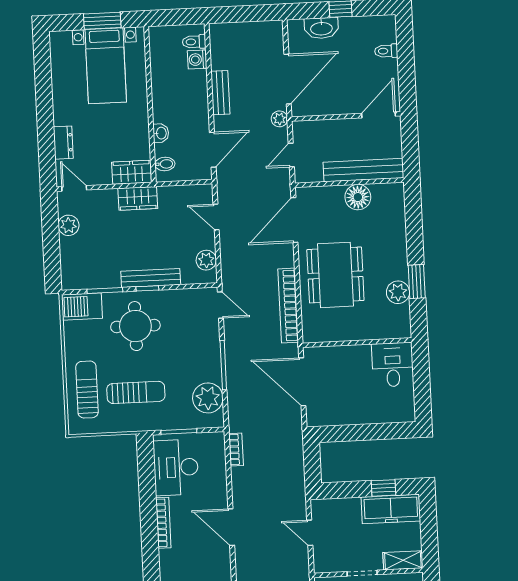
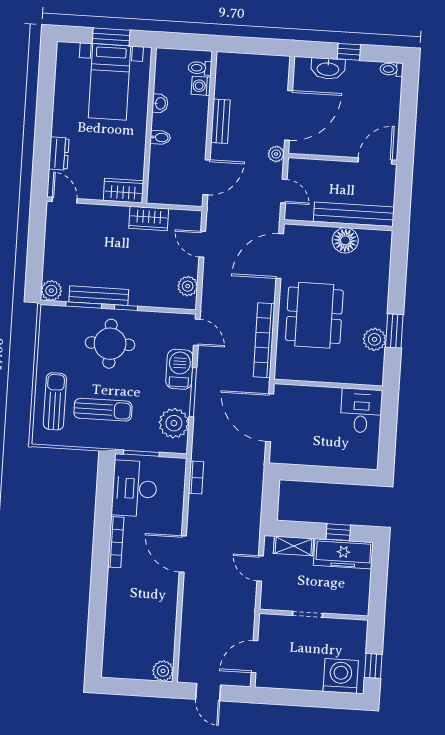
toilet: (386, 51) -> (392, 69), moved
washbasin: (161, 133) -> (160, 103), moved
door: (291, 155) -> (284, 191), swing flipped
bidet: (165, 164) -> (160, 137), moved
wardrobe: (138, 198) -> (149, 219), moved
plant: (68, 225) -> (51, 291), moved
bench: (151, 278) -> (99, 296), moved
barbecue: (82, 306) -> (180, 369), moved, turned 90
shelving: (403, 560) -> (294, 546), moved

